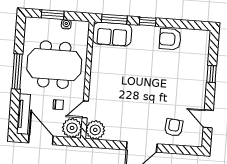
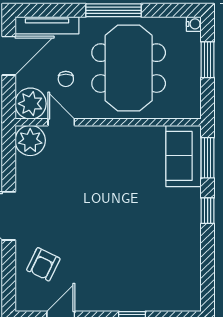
water cooler: (66, 24) -> (194, 24), moved
armchair: (170, 39) -> (182, 248), removed
armchair: (174, 127) -> (43, 264), turned 110

